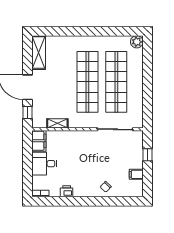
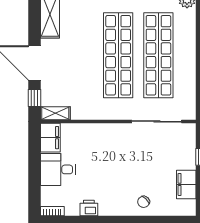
shelving: (57, 123) -> (55, 113), moved
filing cabinet: (136, 174) -> (186, 184), width x2.00

